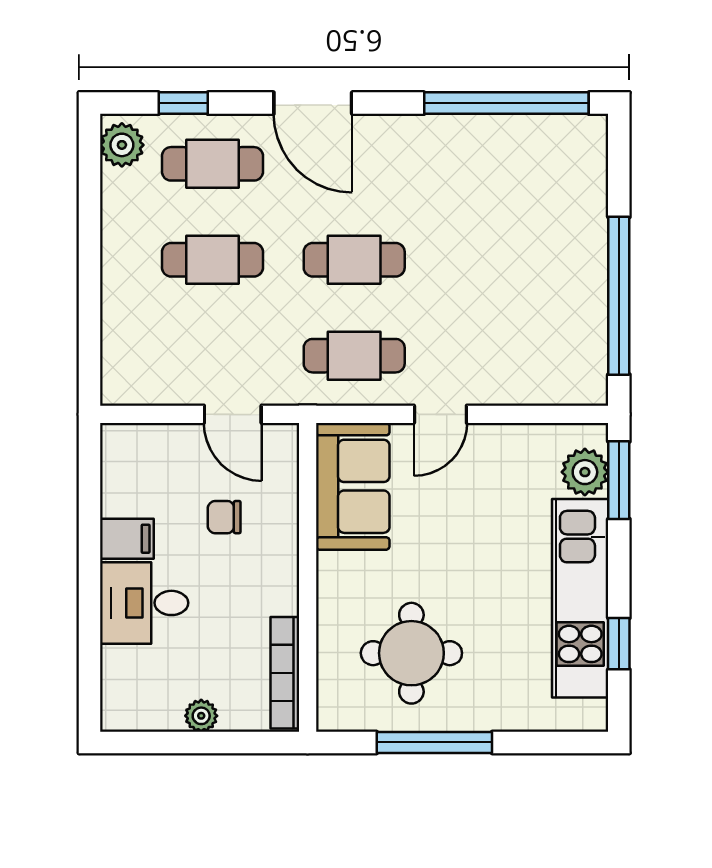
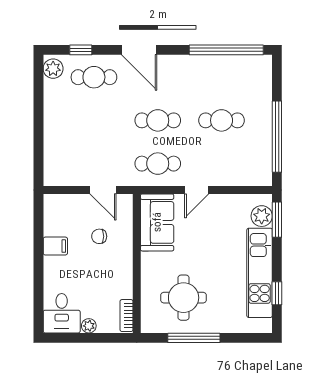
cafe table: (212, 260) -> (222, 120), moved
desk: (144, 603) -> (62, 313), moved, turned -90
bookcase: (285, 673) -> (126, 316), width x0.64

